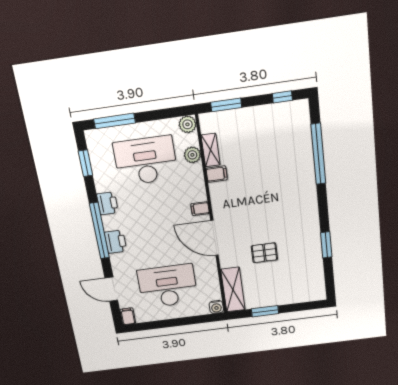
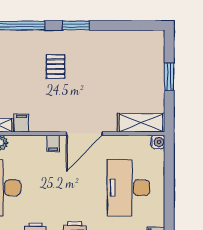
window: (326, 245) -> (76, 26), moved
pallet: (264, 253) -> (55, 67), moved
window: (265, 311) -> (169, 77), moved

